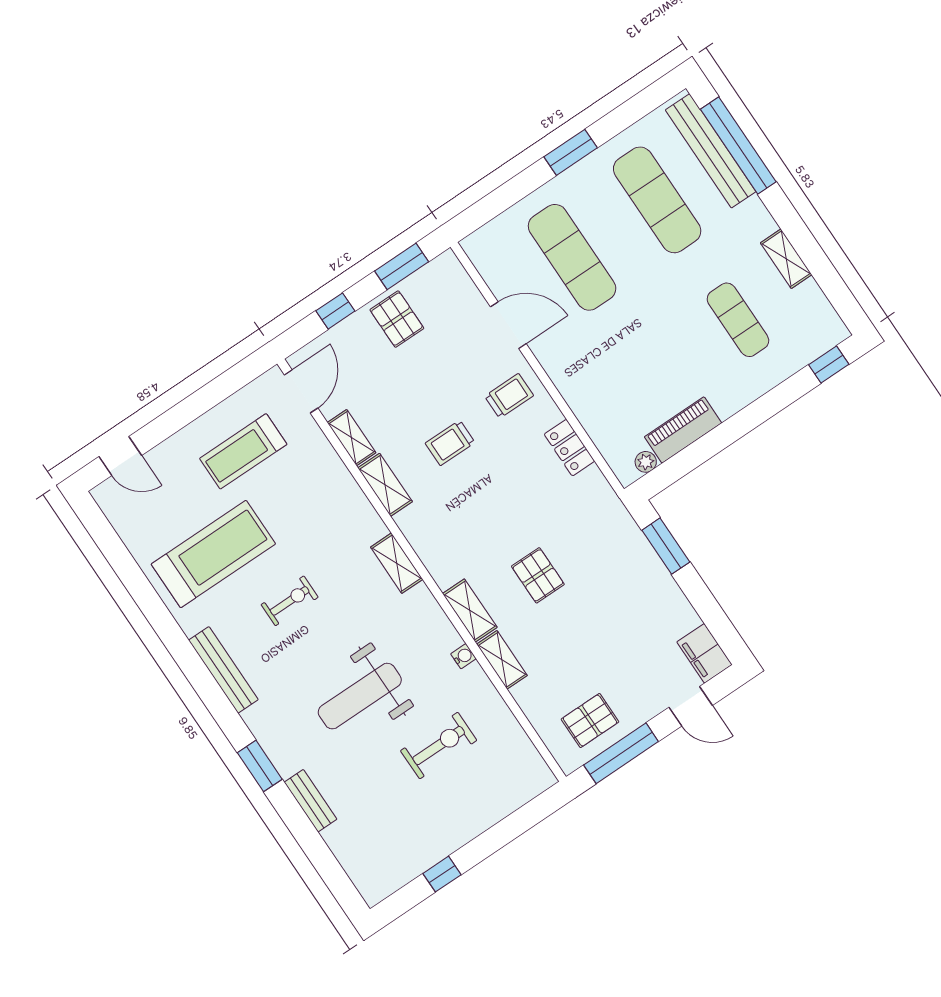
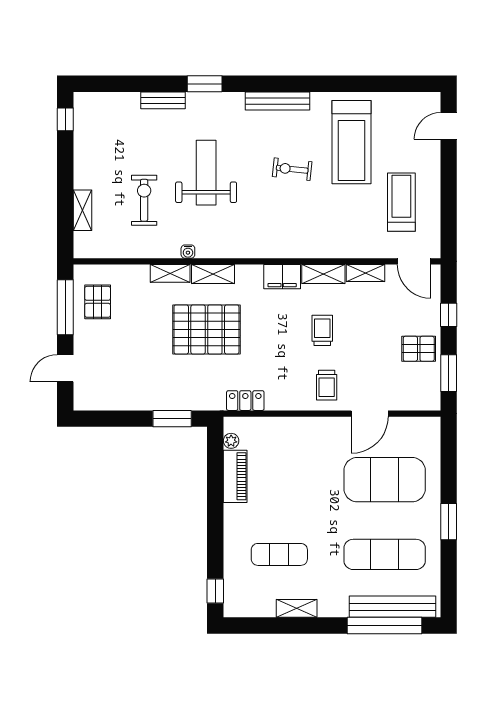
exercise mat: (572, 257) -> (385, 480), width x1.47
locker: (569, 448) -> (245, 401), moved
shelving: (397, 563) -> (82, 210), moved, turned 90
pallet: (538, 575) -> (206, 329), width x2.05, depth x2.00
exercise bike: (290, 601) -> (292, 169), turned 96
filing cabinet: (704, 653) -> (282, 277), moved, turned 180
exercise bike: (439, 746) -> (144, 200), turned 180
window: (442, 874) -> (65, 119), moved

